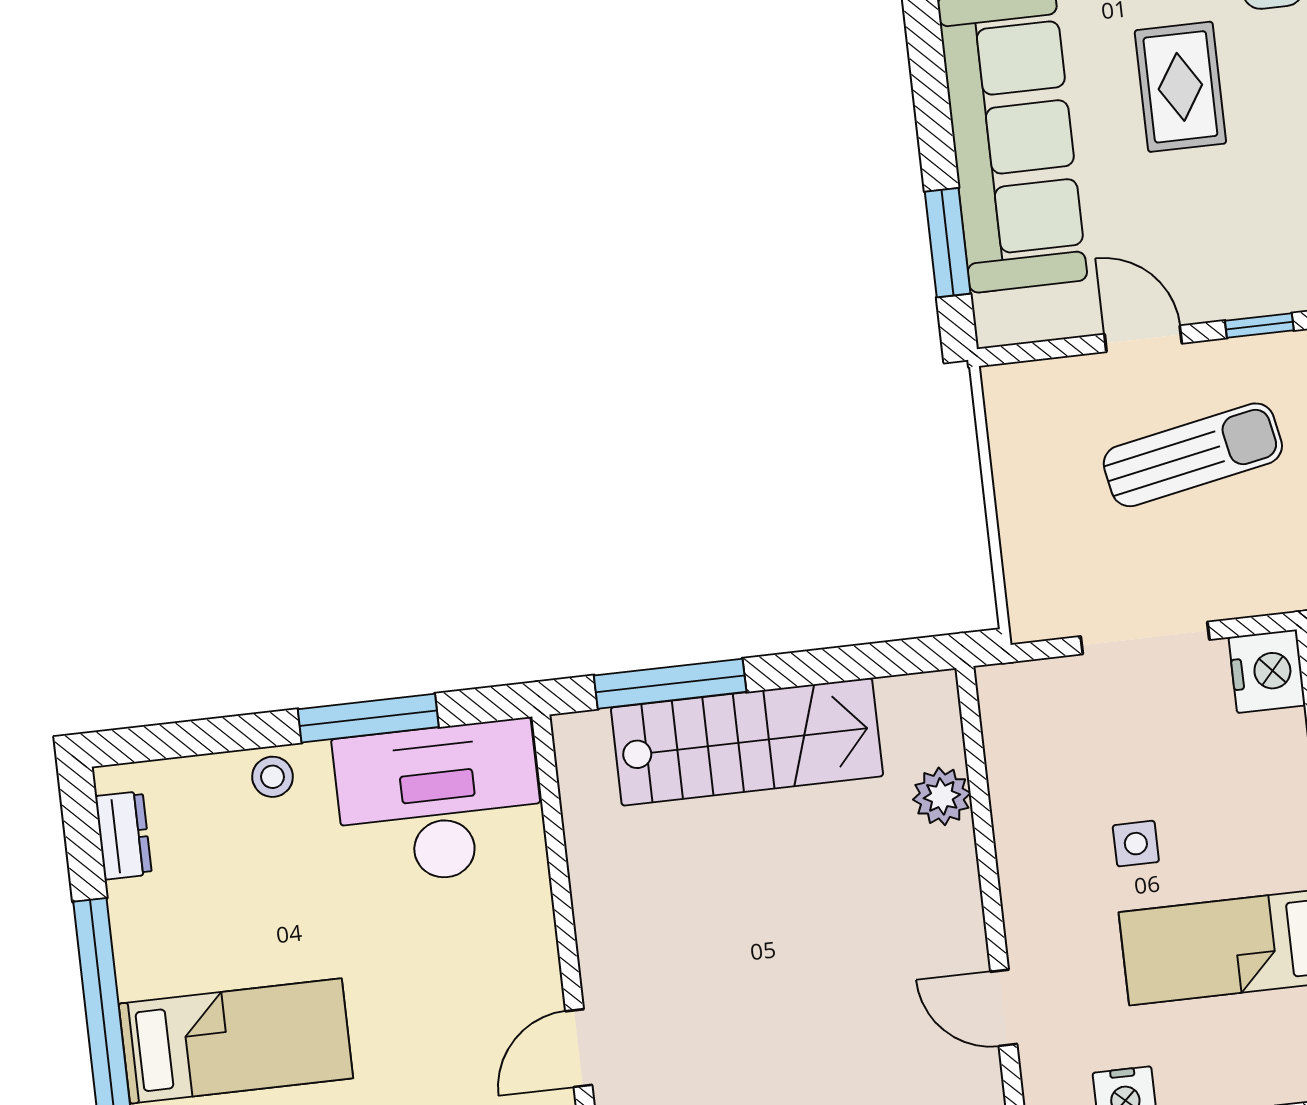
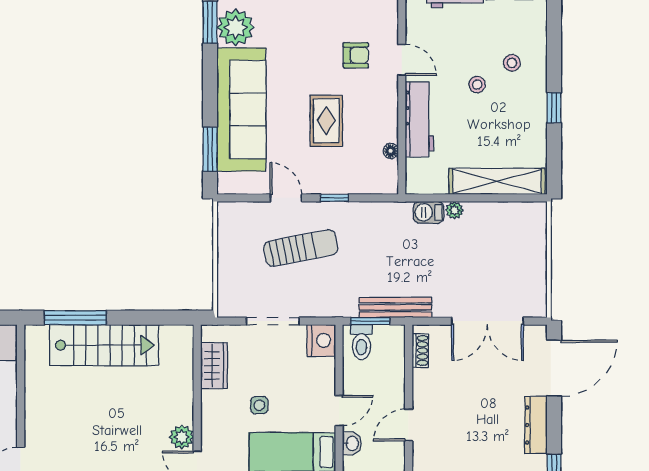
rug: (1180, 87) -> (326, 121), moved
wardrobe: (1017, 761) -> (214, 366), added
plant: (942, 796) -> (182, 437), moved

